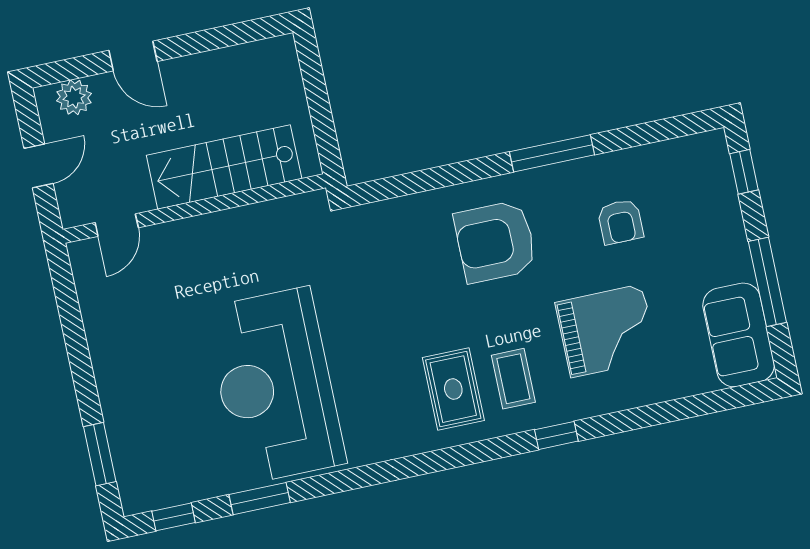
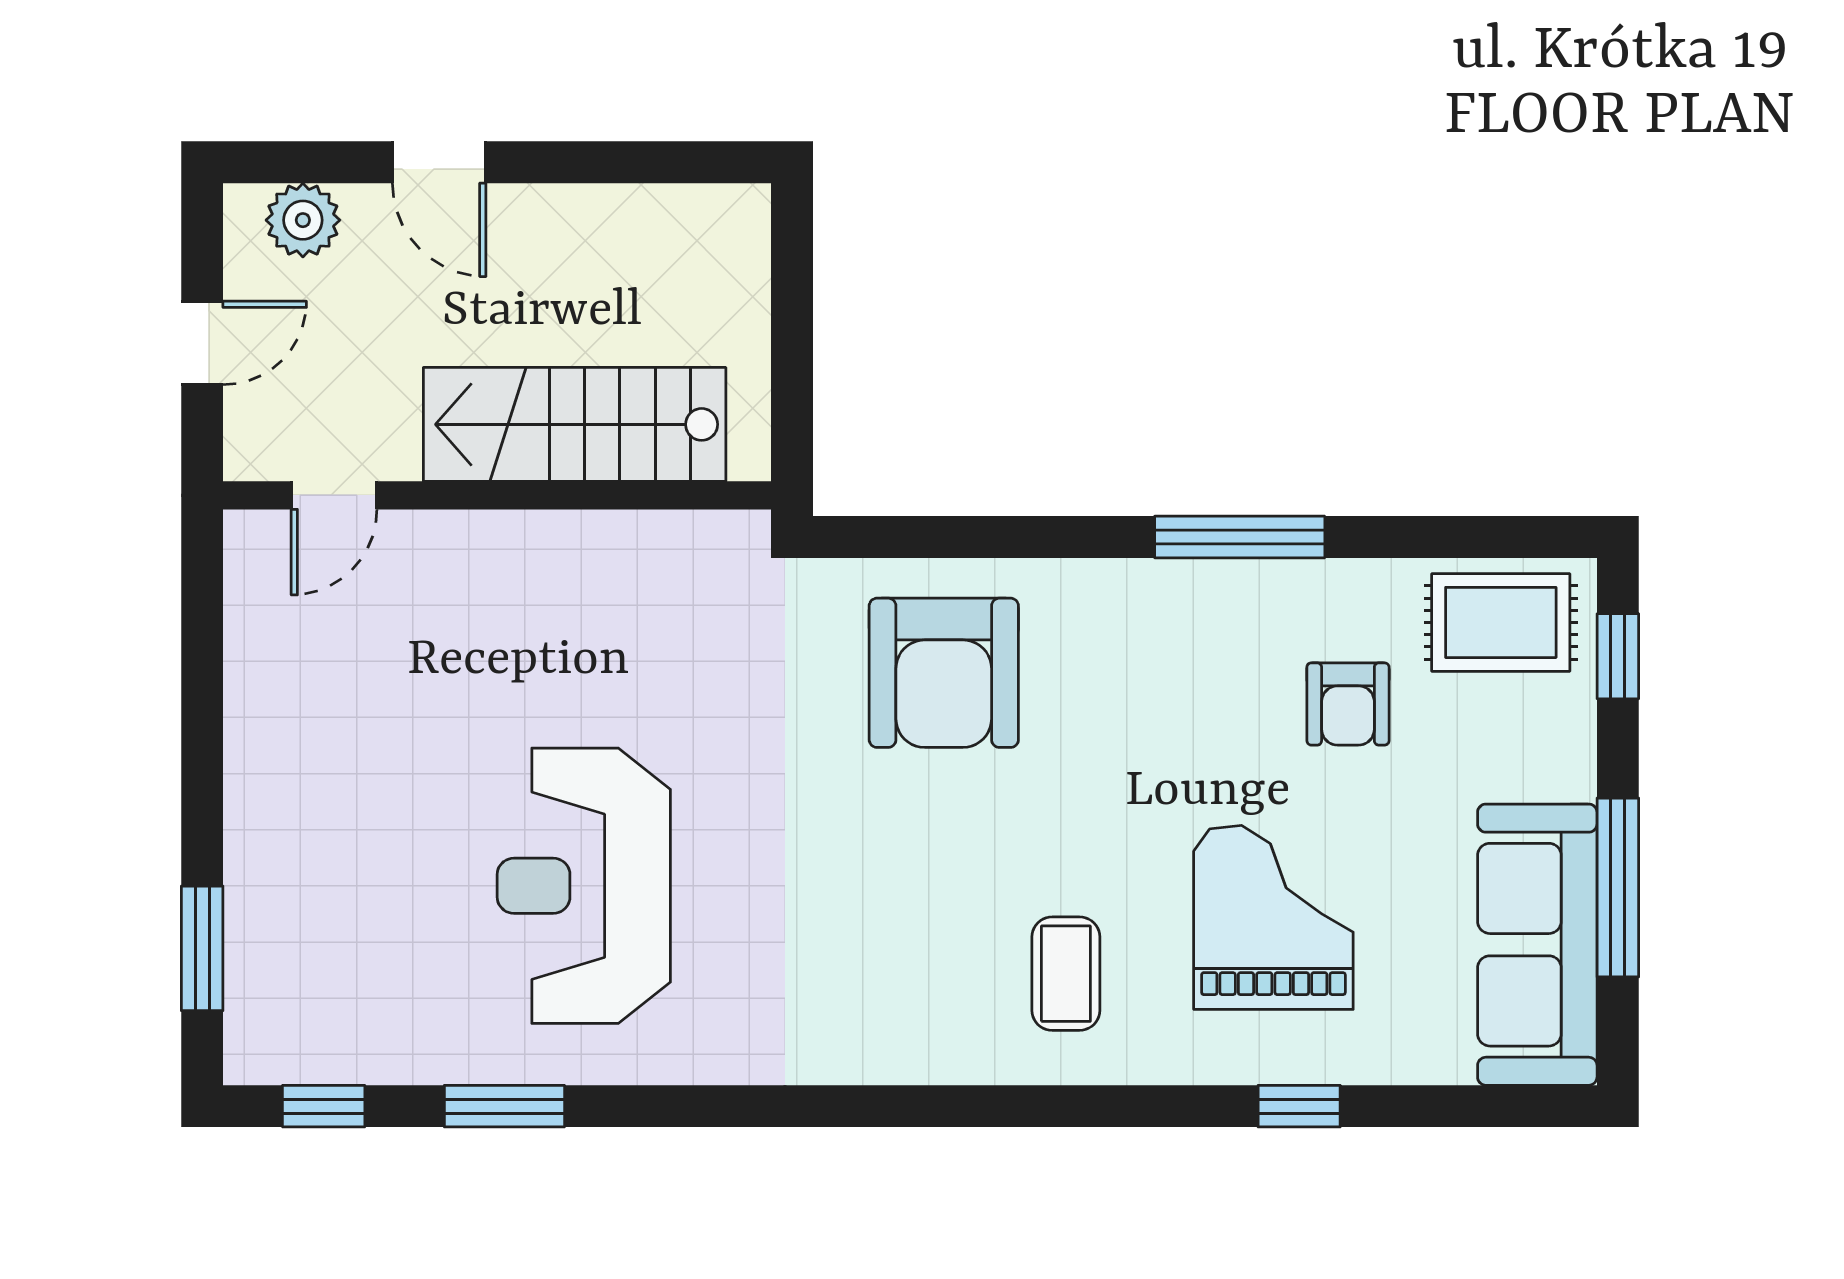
armchair: (495, 242) -> (944, 673), moved, turned -90
grand piano: (607, 331) -> (1273, 917), turned -90
sofa: (739, 335) -> (1537, 945), width x1.36
reception desk: (275, 386) -> (584, 886), width x0.74, depth x0.77
rug: (453, 389) -> (1501, 622), moved, turned 90
window: (556, 435) -> (1299, 1106), moved

